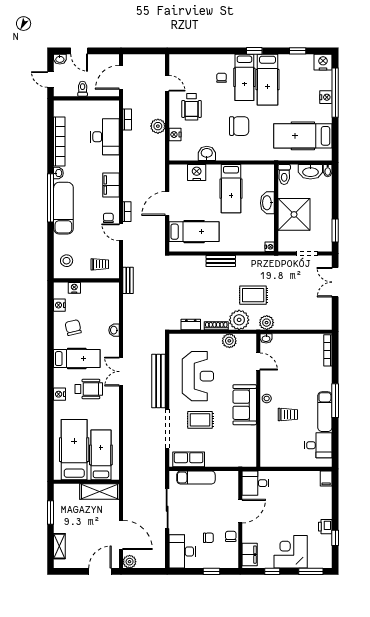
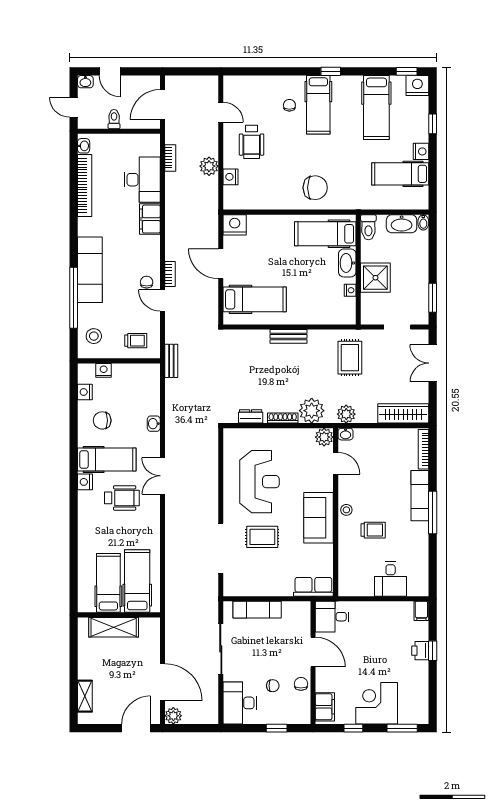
window: (298, 51) -> (407, 71), moved
hospital bed: (267, 80) -> (376, 108), moved
window: (335, 93) -> (433, 124), width x0.32
nightstand: (326, 97) -> (421, 151), moved
chair: (239, 126) -> (315, 188), moved
hospital bed: (303, 136) -> (400, 174), width x0.73, depth x0.78
washbasin: (207, 153) -> (271, 201), removed
washbasin: (58, 173) -> (84, 146), moved
nightstand: (197, 173) -> (235, 225), moved
filing cabinet: (111, 185) -> (150, 219), moved
hospital bed: (231, 189) -> (325, 234), moved, turned 90
window: (50, 198) -> (74, 298), moved
door: (167, 203) -> (221, 264), hinge flipped
shower: (294, 214) -> (375, 278), width x0.73, depth x0.73
nightstand: (270, 247) -> (350, 290), moved
rug: (253, 295) -> (350, 358), moved, turned 90
wardrobe: (312, 322) -> (403, 413), added
chair: (73, 328) -> (102, 420), turned -77
plant: (229, 341) -> (324, 437), moved
bench: (159, 381) -> (210, 488), removed
nightstand: (60, 394) -> (85, 482), moved
exam couch: (325, 412) -> (420, 496), moved
desk: (318, 445) -> (391, 579), moved, turned 90
hospital bed: (74, 450) -> (108, 583), width x0.73, depth x0.78
row of seats: (189, 459) -> (313, 587), moved
shelving: (99, 491) -> (114, 627), moved
door: (240, 511) -> (313, 652), hinge flipped
window: (50, 512) -> (74, 654), removed
printer: (325, 527) -> (420, 651), moved
window: (335, 538) -> (433, 651), moved

